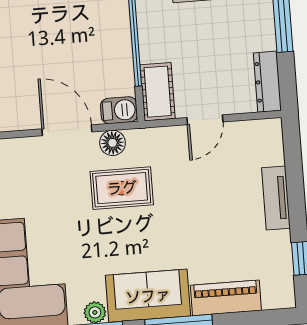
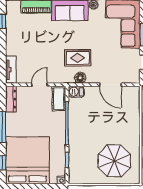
door: (67, 130) -> (110, 85), moved
tv unit: (276, 198) -> (11, 70), moved

